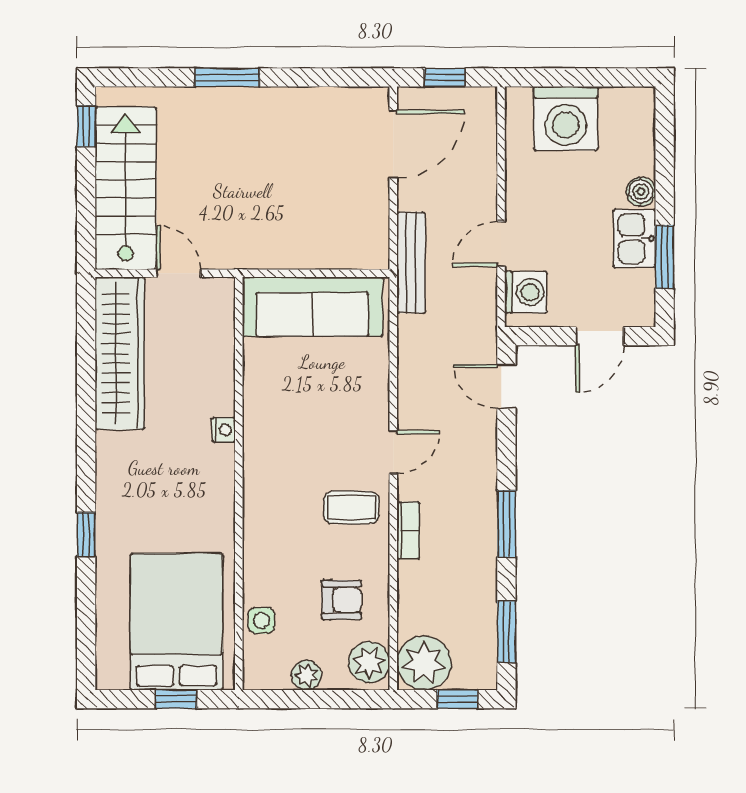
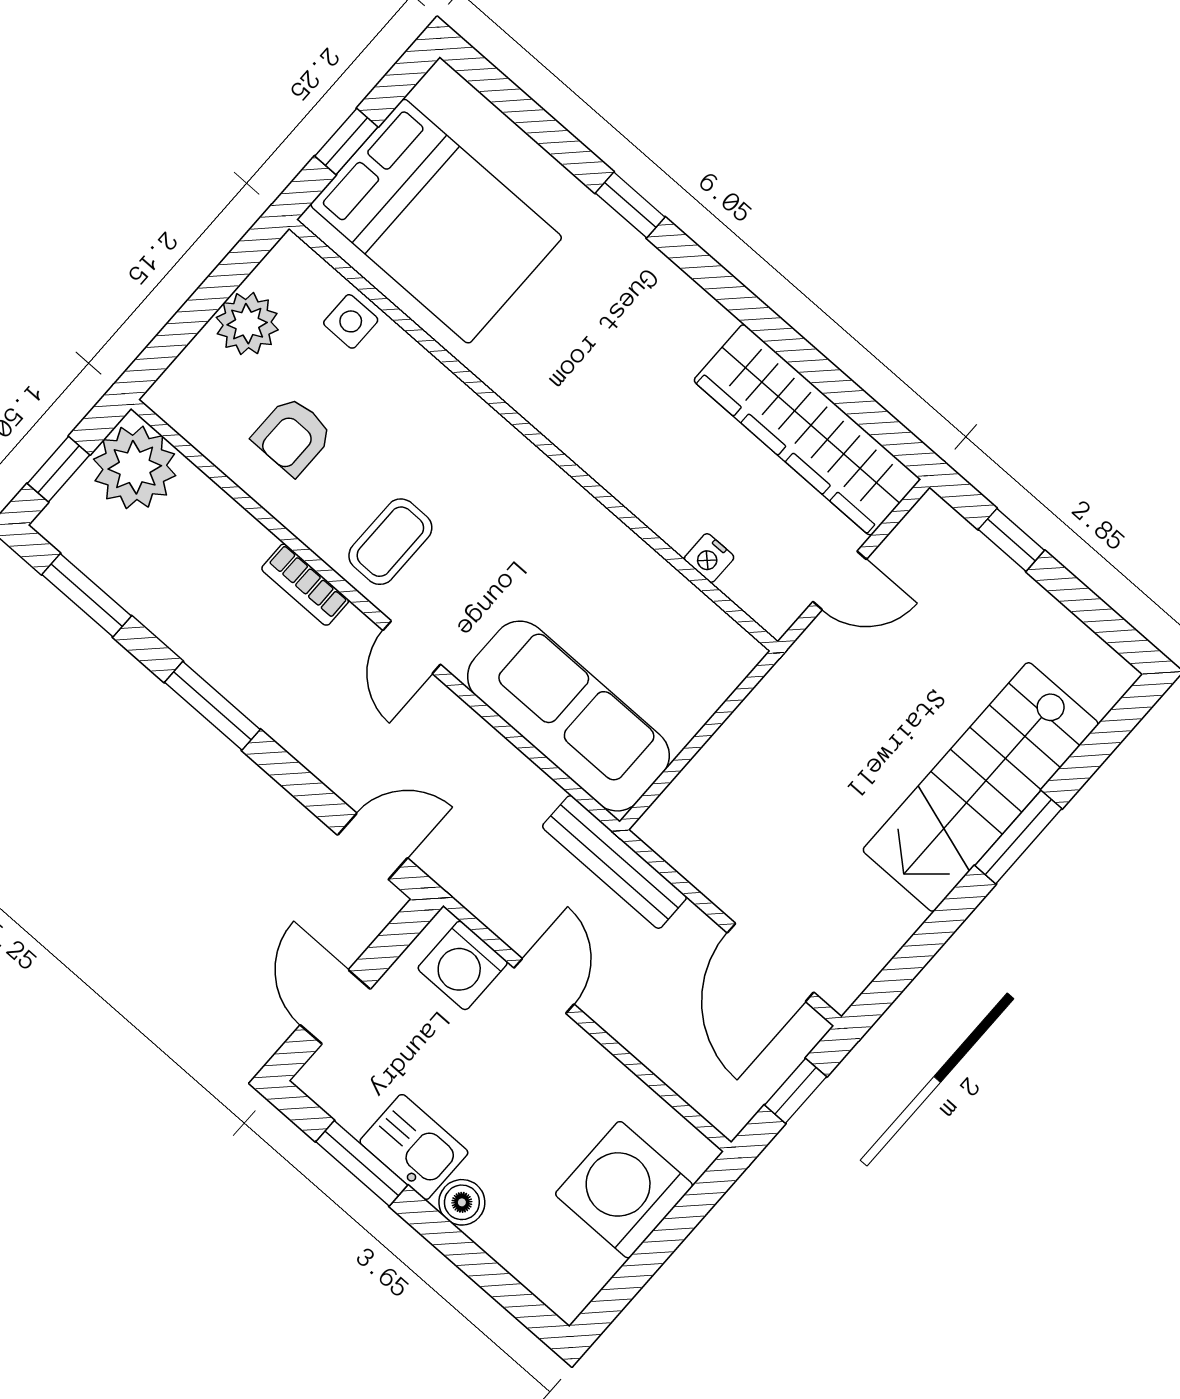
window: (86, 126) -> (1011, 540), moved
stairs: (126, 188) -> (981, 787), moved, turned 90
sofa: (312, 307) -> (568, 716), moved, turned 90
nightstand: (223, 430) -> (709, 558), moved
plant: (369, 662) -> (192, 404), removed
plant: (307, 675) -> (247, 324), width x1.38, depth x1.38

